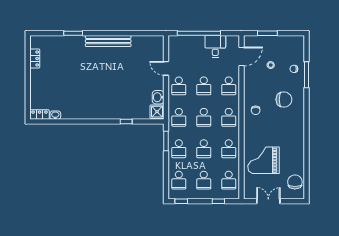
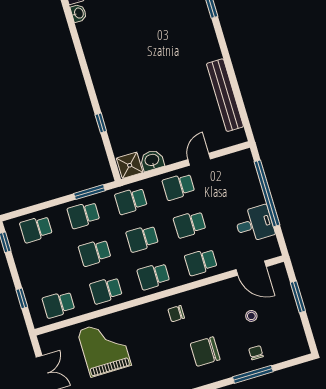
bench: (108, 41) -> (225, 95), moved
chair: (284, 100) -> (205, 352), turned 90
school desk: (204, 180) -> (47, 267), removed

